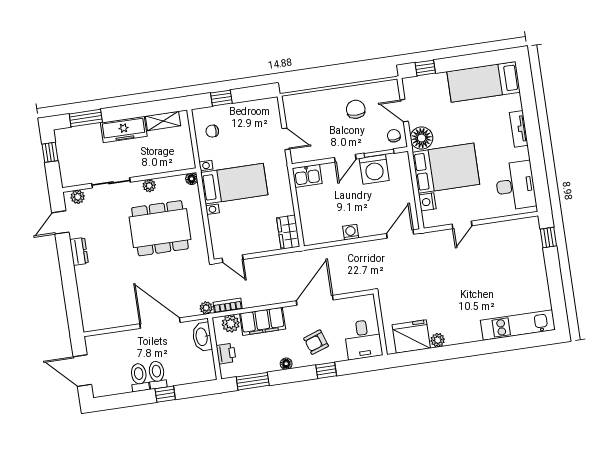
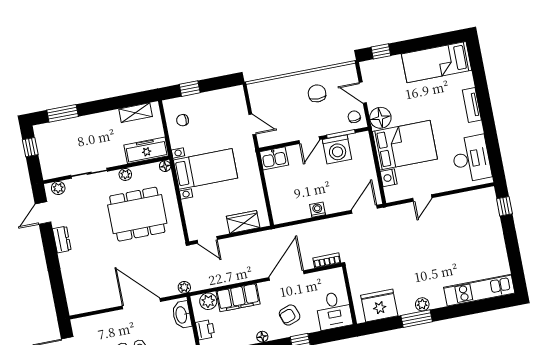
freezer: (124, 130) -> (146, 150), moved, turned 180
wardrobe: (288, 232) -> (243, 222), moved, turned 90
bookcase: (228, 305) -> (327, 260), moved
plant: (438, 340) -> (422, 304), moved
window: (450, 352) -> (417, 319), added

